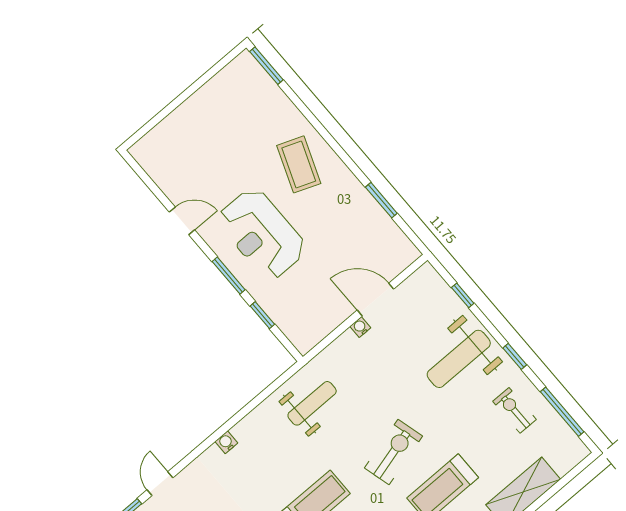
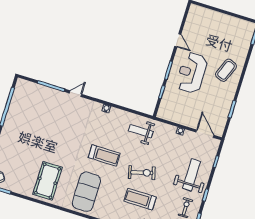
door: (375, 300) -> (205, 134), moved
weight bench: (459, 359) -> (192, 175), turned 90
weight bench: (312, 403) -> (141, 131), turned 180

